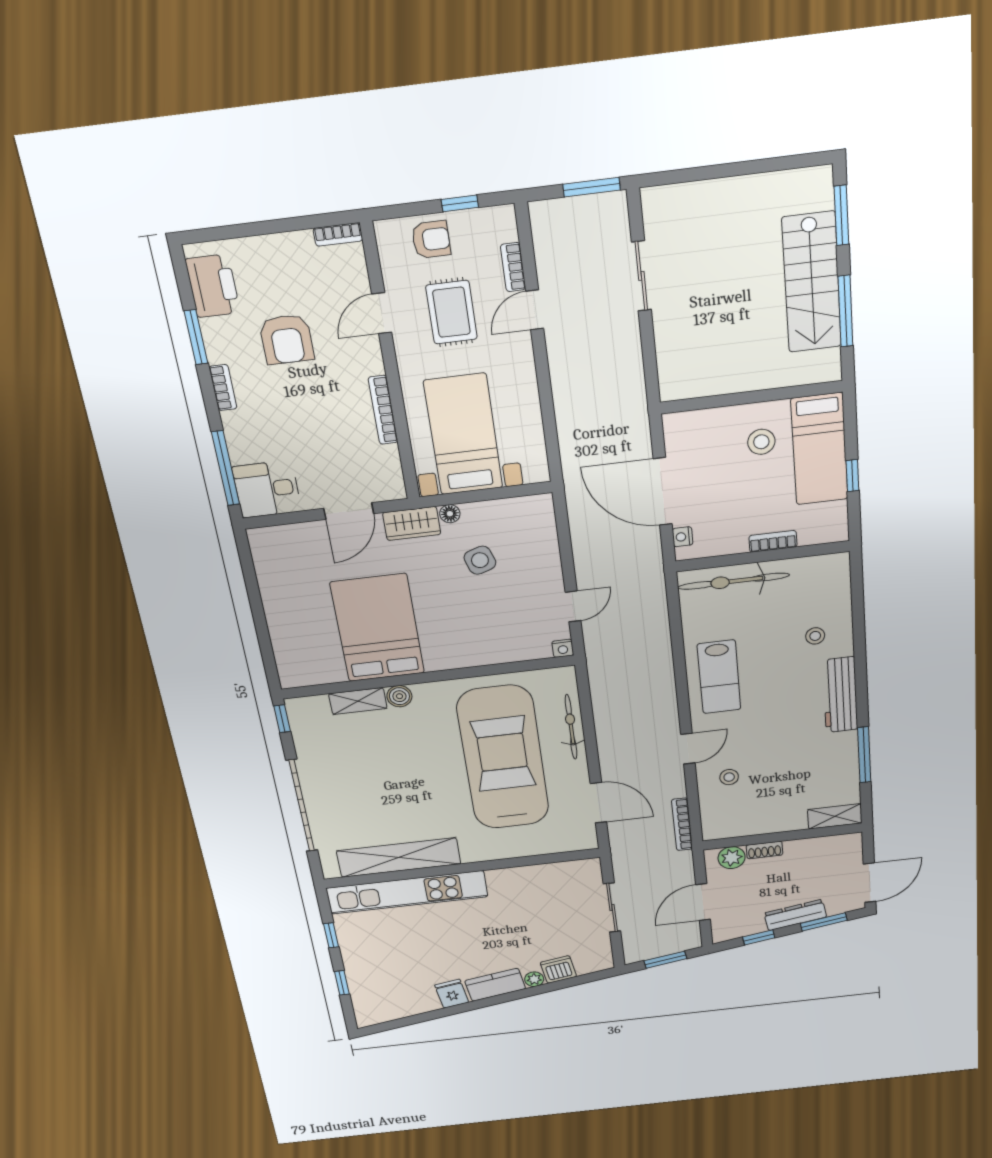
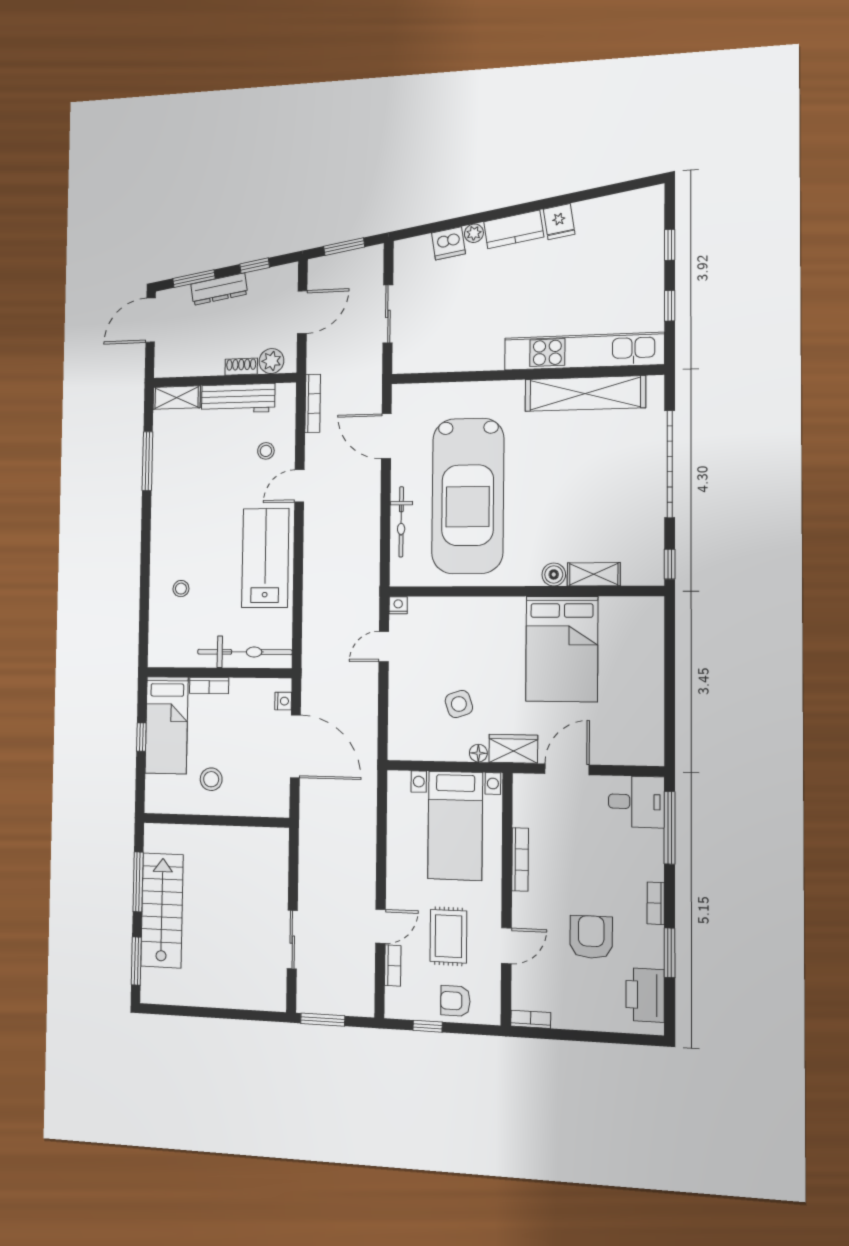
bed: (819, 449) -> (167, 725), moved, turned 180
lab bench: (719, 677) -> (265, 558), width x1.36, depth x1.39
workbench: (840, 695) -> (238, 399), moved, turned 90

